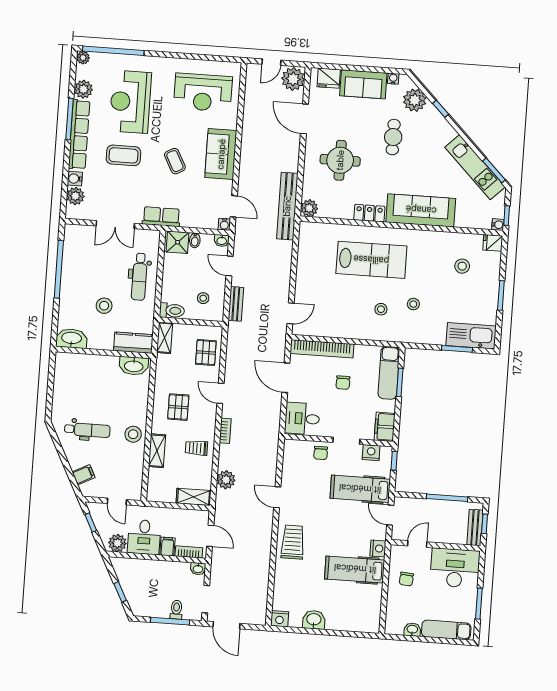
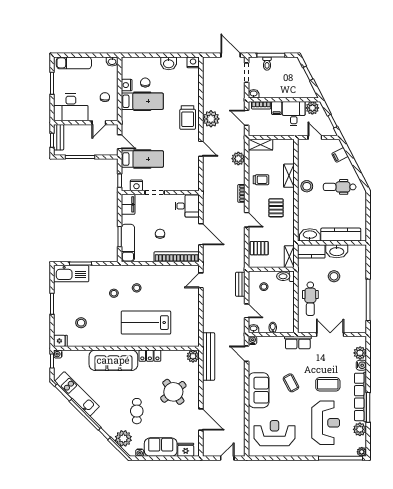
plant: (293, 79) -> (211, 119), moved
round table: (340, 160) -> (173, 392), turned -37
shower: (178, 242) -> (285, 325), removed
dental chair: (139, 277) -> (310, 299), turned 180
washbasin: (72, 338) -> (337, 251), moved
pallet: (206, 352) -> (259, 248), turned 90
kitchen counter: (90, 363) -> (341, 235), added
chair: (321, 453) -> (145, 83), moved
nightstand: (378, 548) -> (127, 85), moved
washbasin: (412, 630) -> (112, 61), moved

